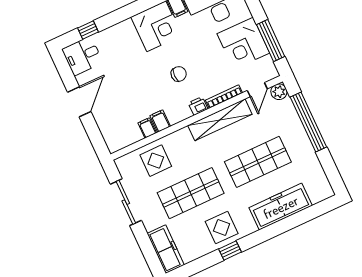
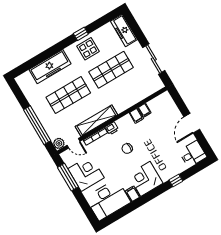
window: (88, 30) -> (176, 181), moved
door: (257, 90) -> (74, 143), swing flipped
display table: (156, 161) -> (137, 89), removed

